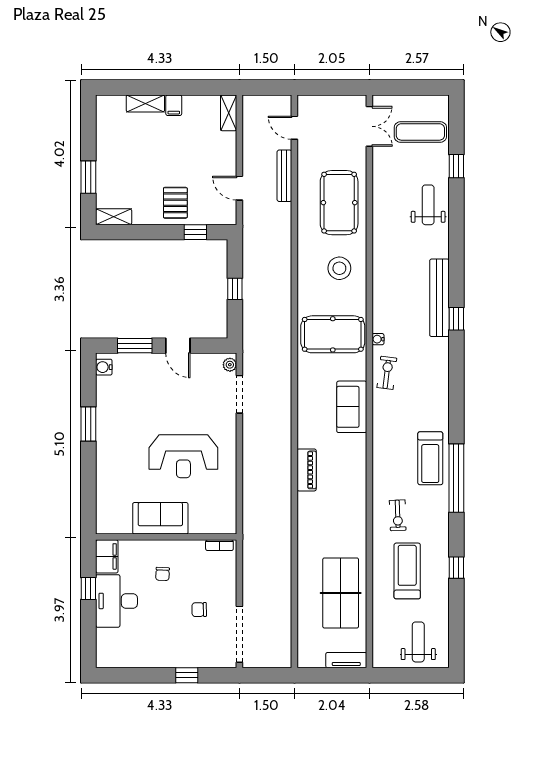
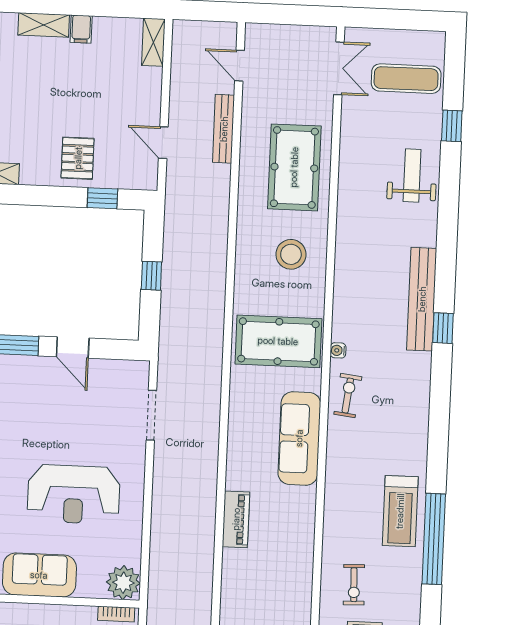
plant: (230, 365) -> (123, 583), moved, width x1.88, depth x1.88
sofa: (352, 407) -> (299, 438), width x1.36

